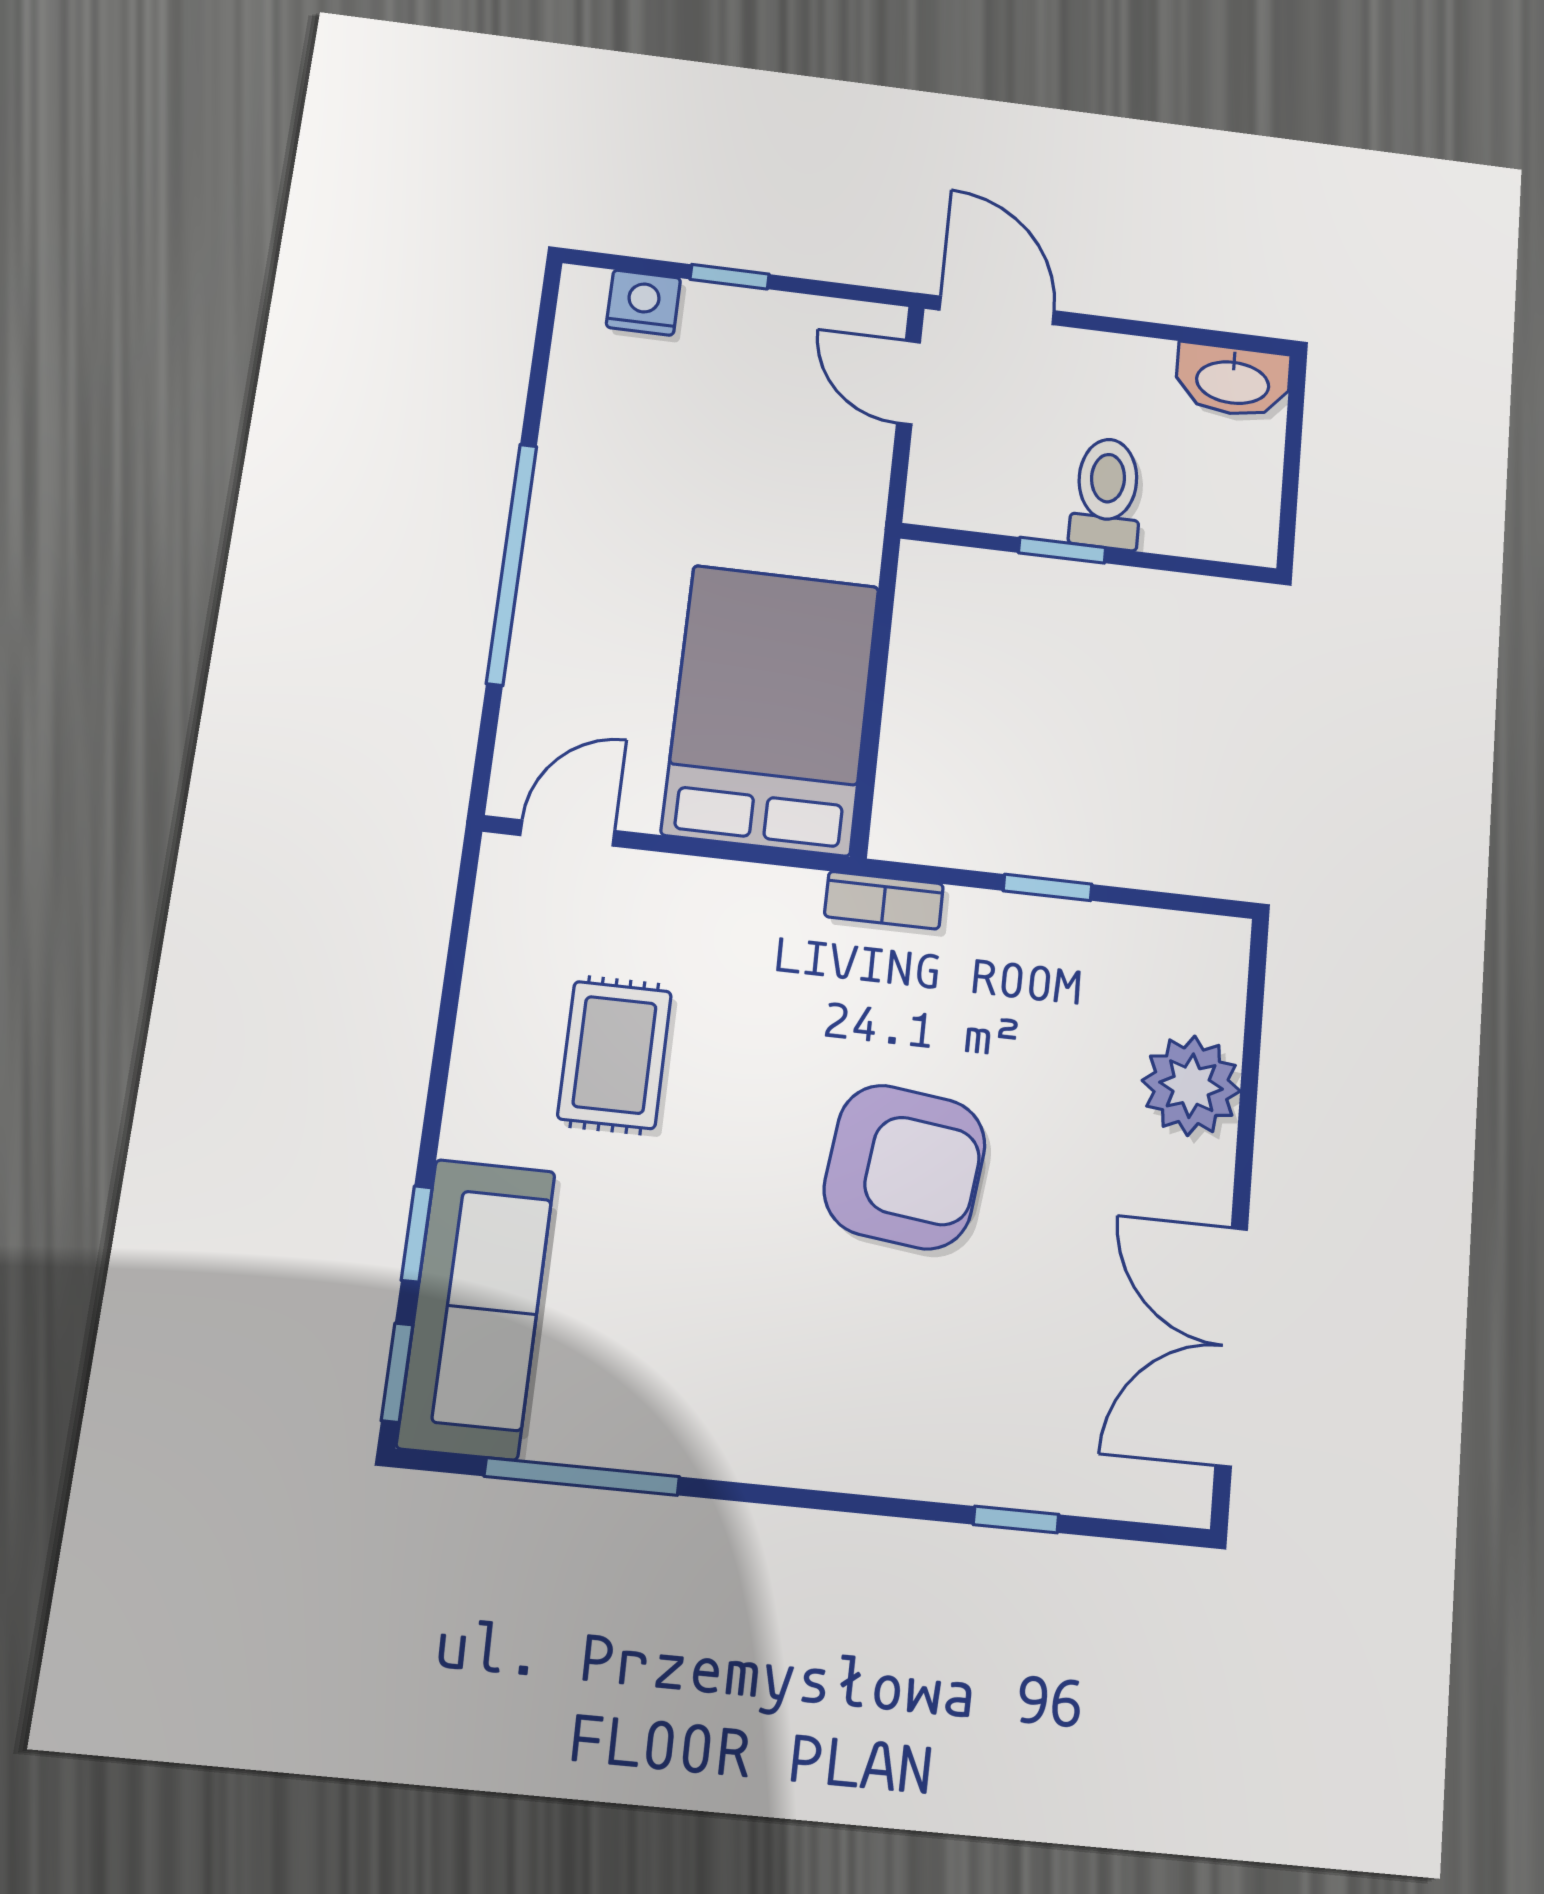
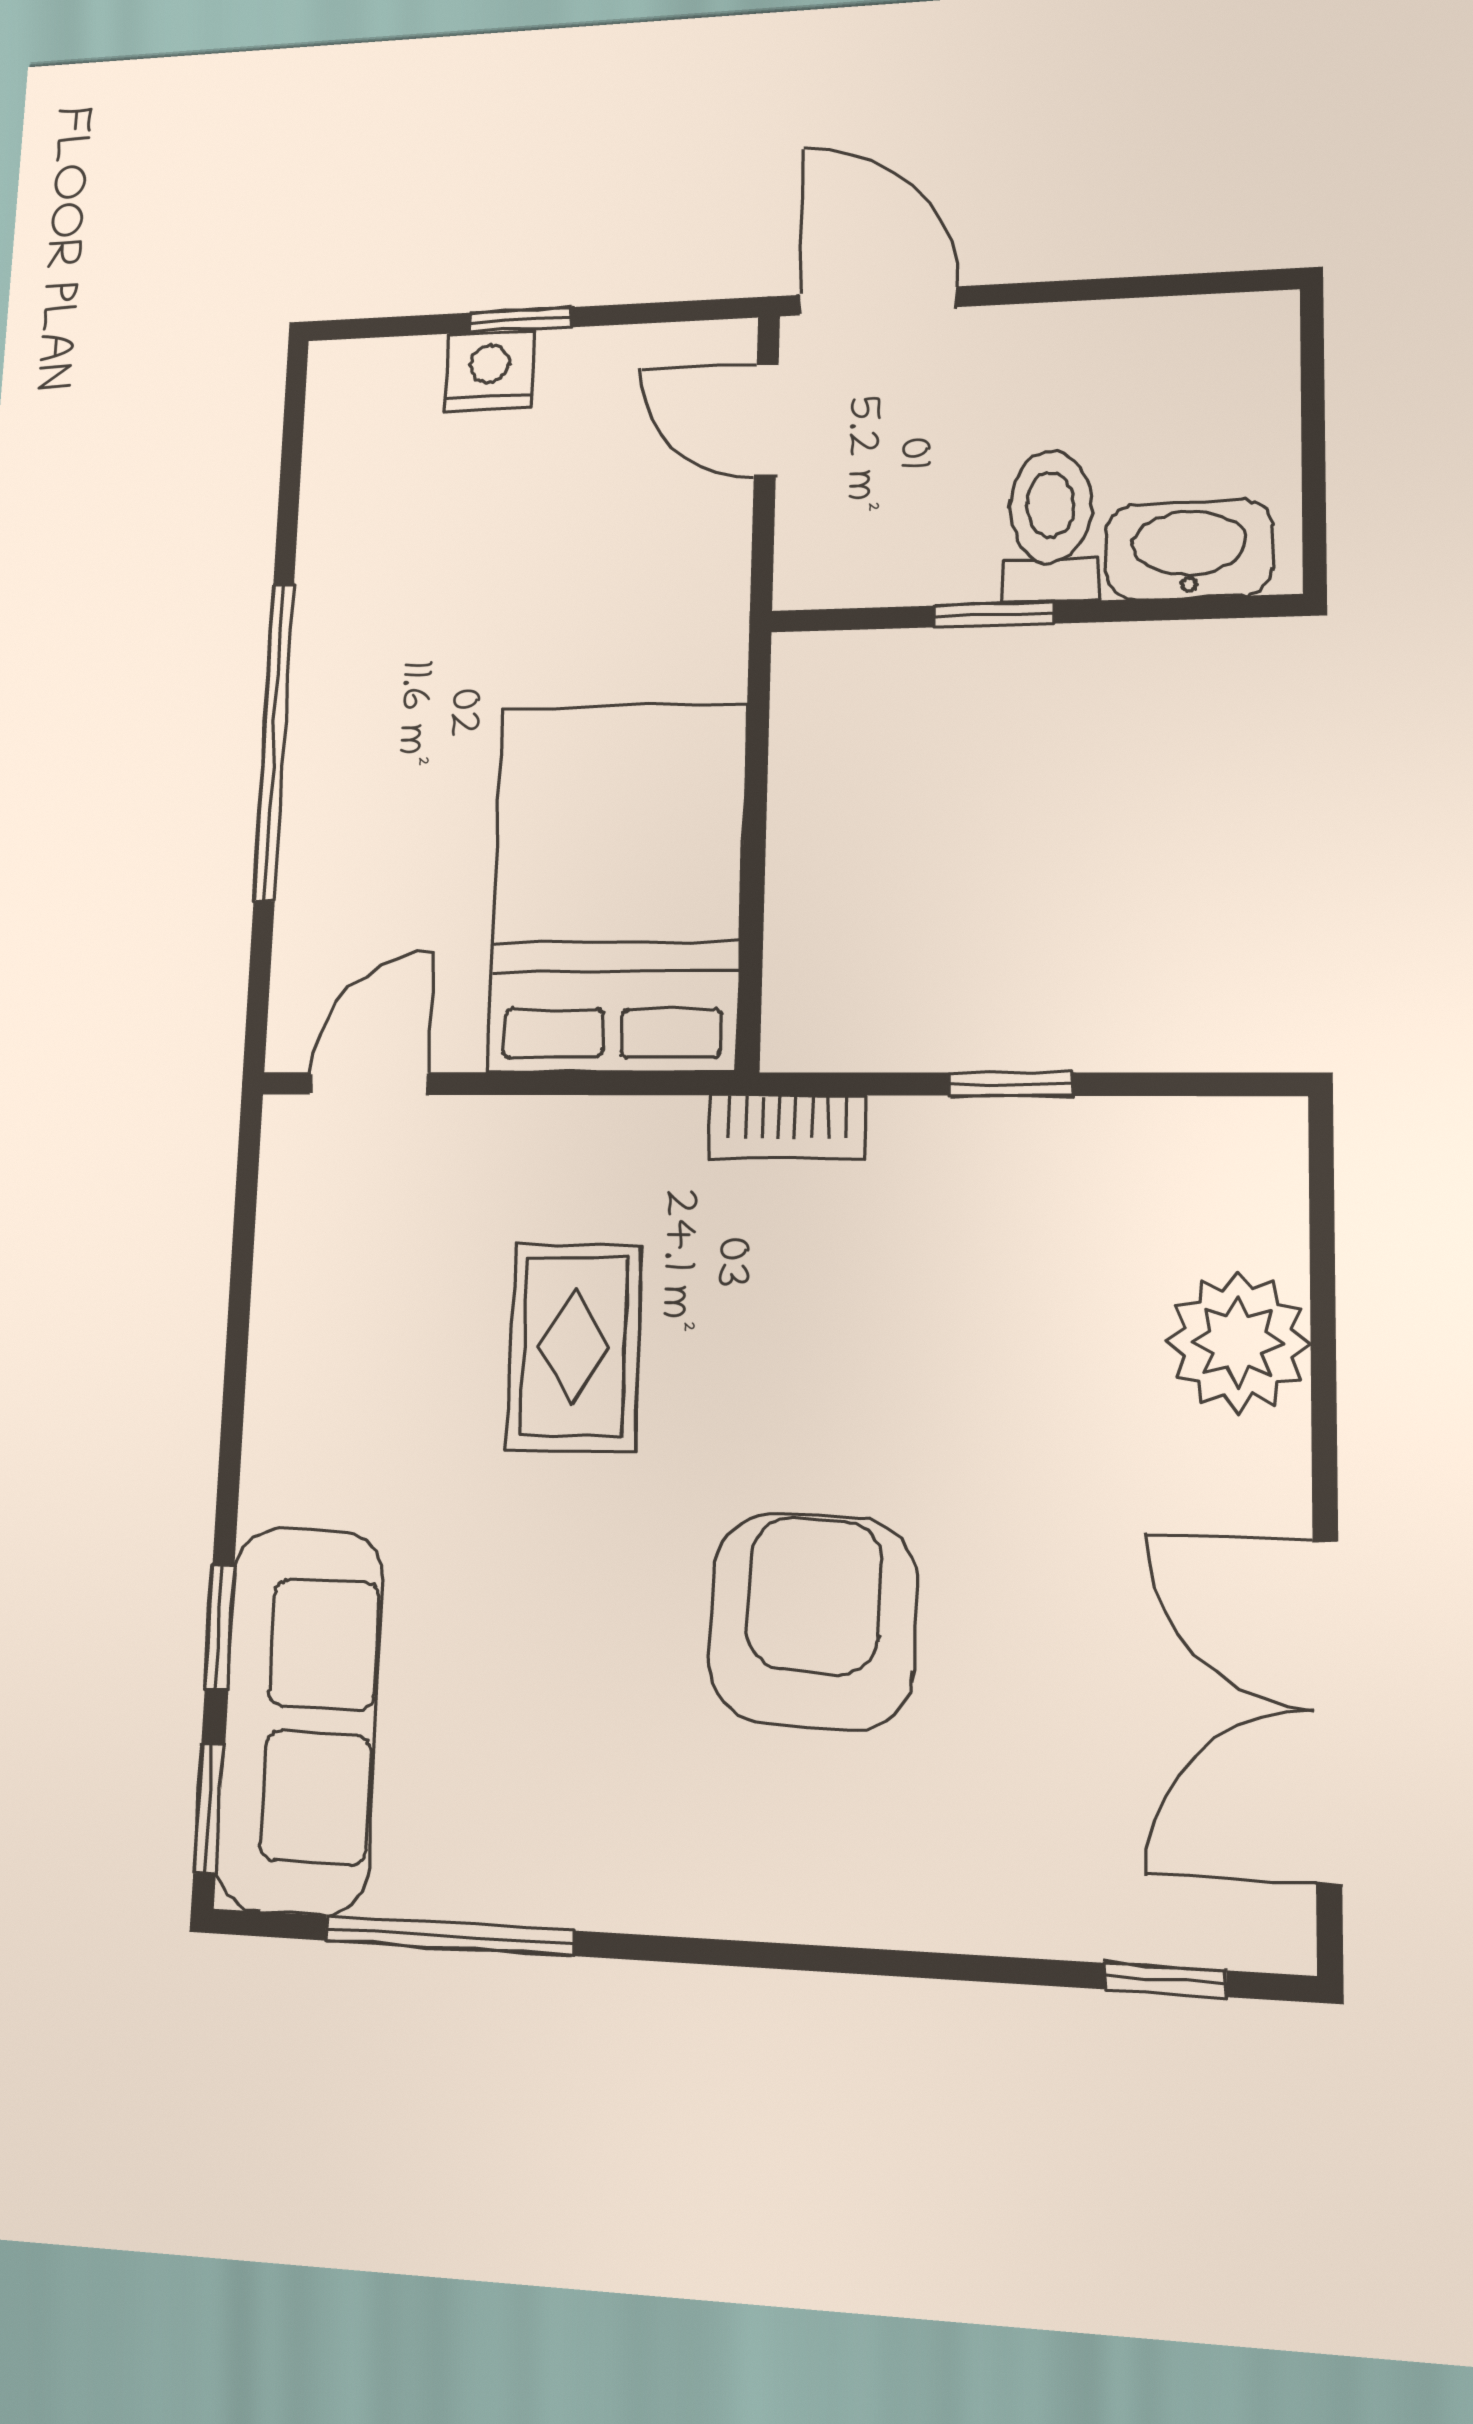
nightstand: (643, 303) -> (490, 370), moved
washbasin: (1233, 381) -> (1189, 550), moved, turned 180
rug: (615, 1055) -> (574, 1347), moved
armchair: (905, 1167) -> (813, 1621), moved, turned -95
window: (1016, 1519) -> (1165, 1980), moved

